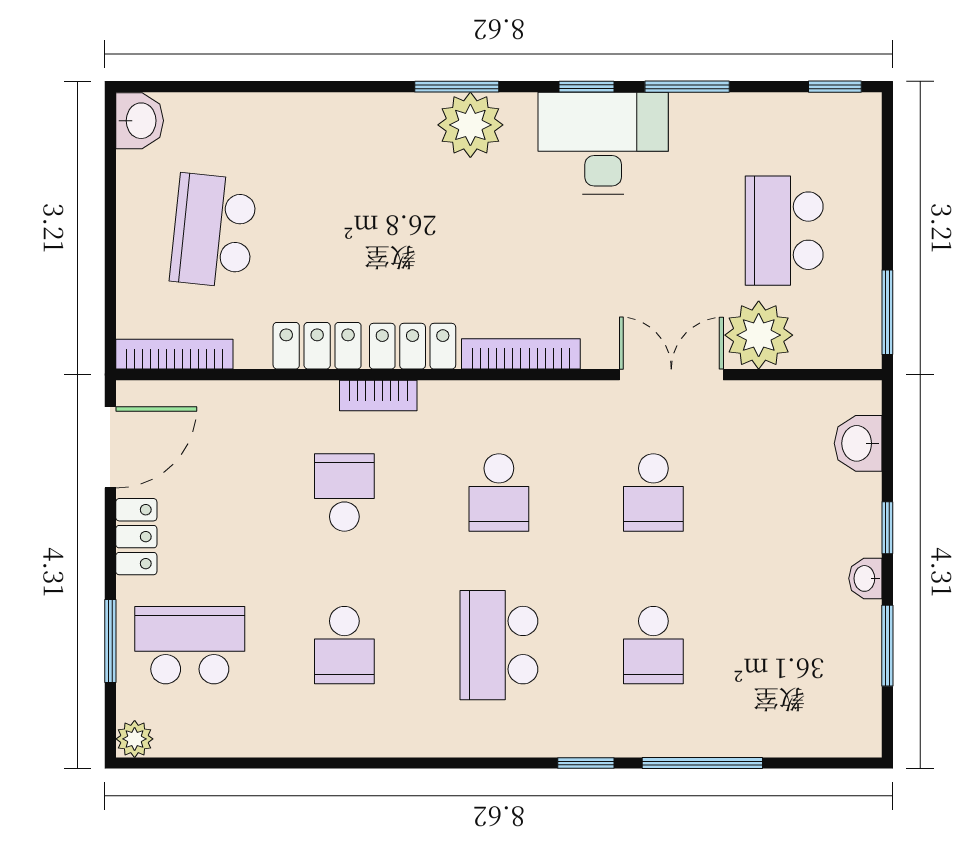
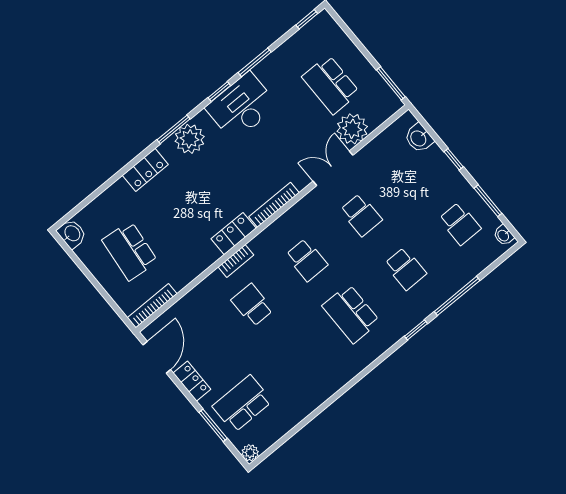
locker: (317, 346) -> (145, 170), moved, turned 180
washbasin: (865, 578) -> (504, 235), moved
school desk: (344, 645) -> (460, 224), moved

